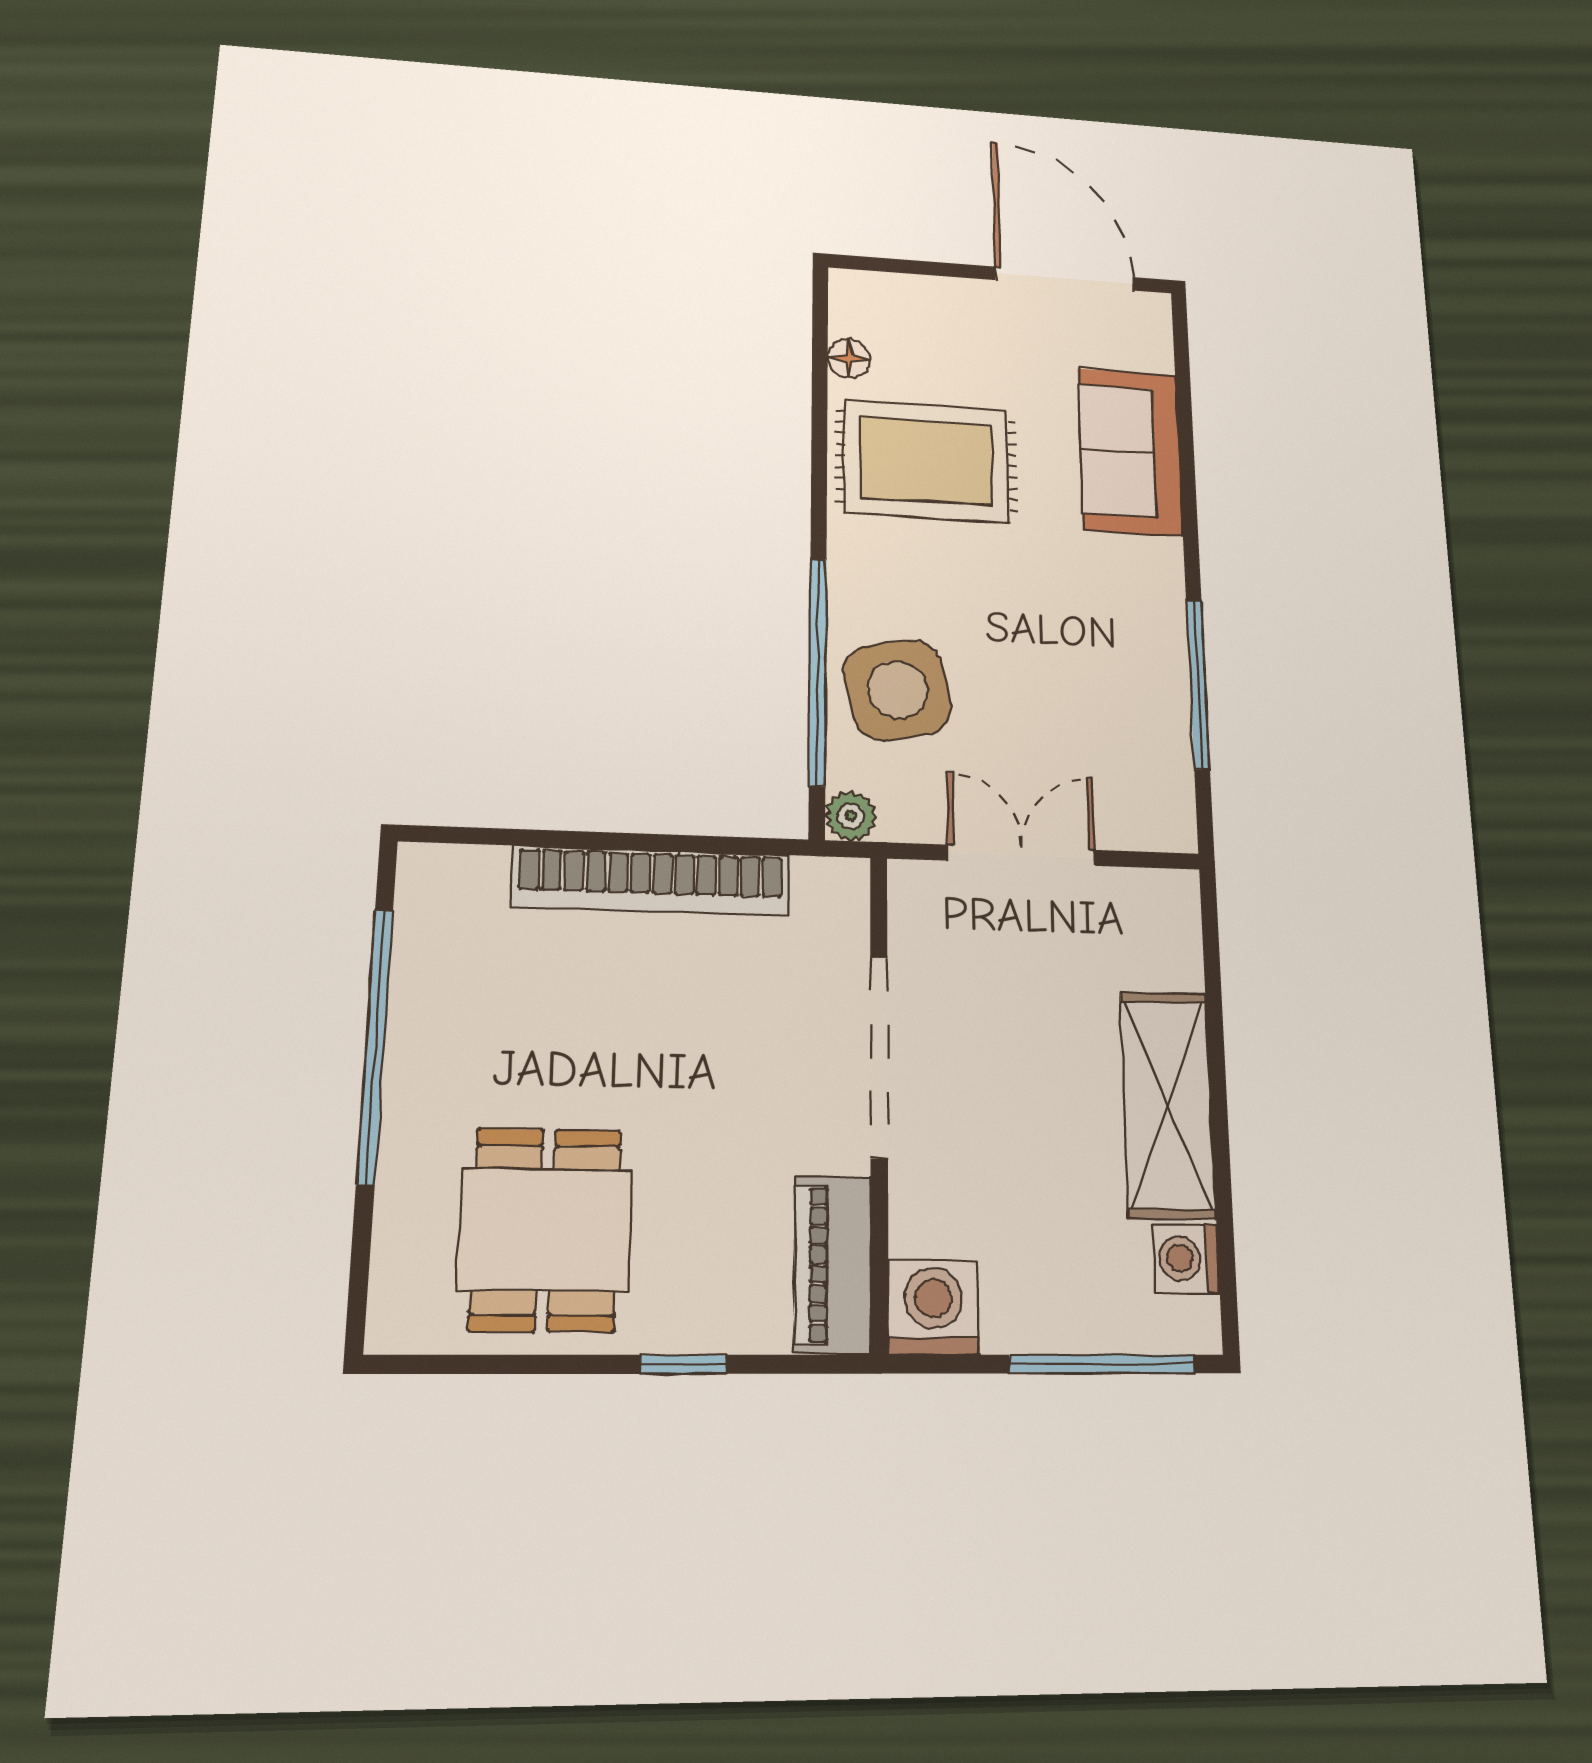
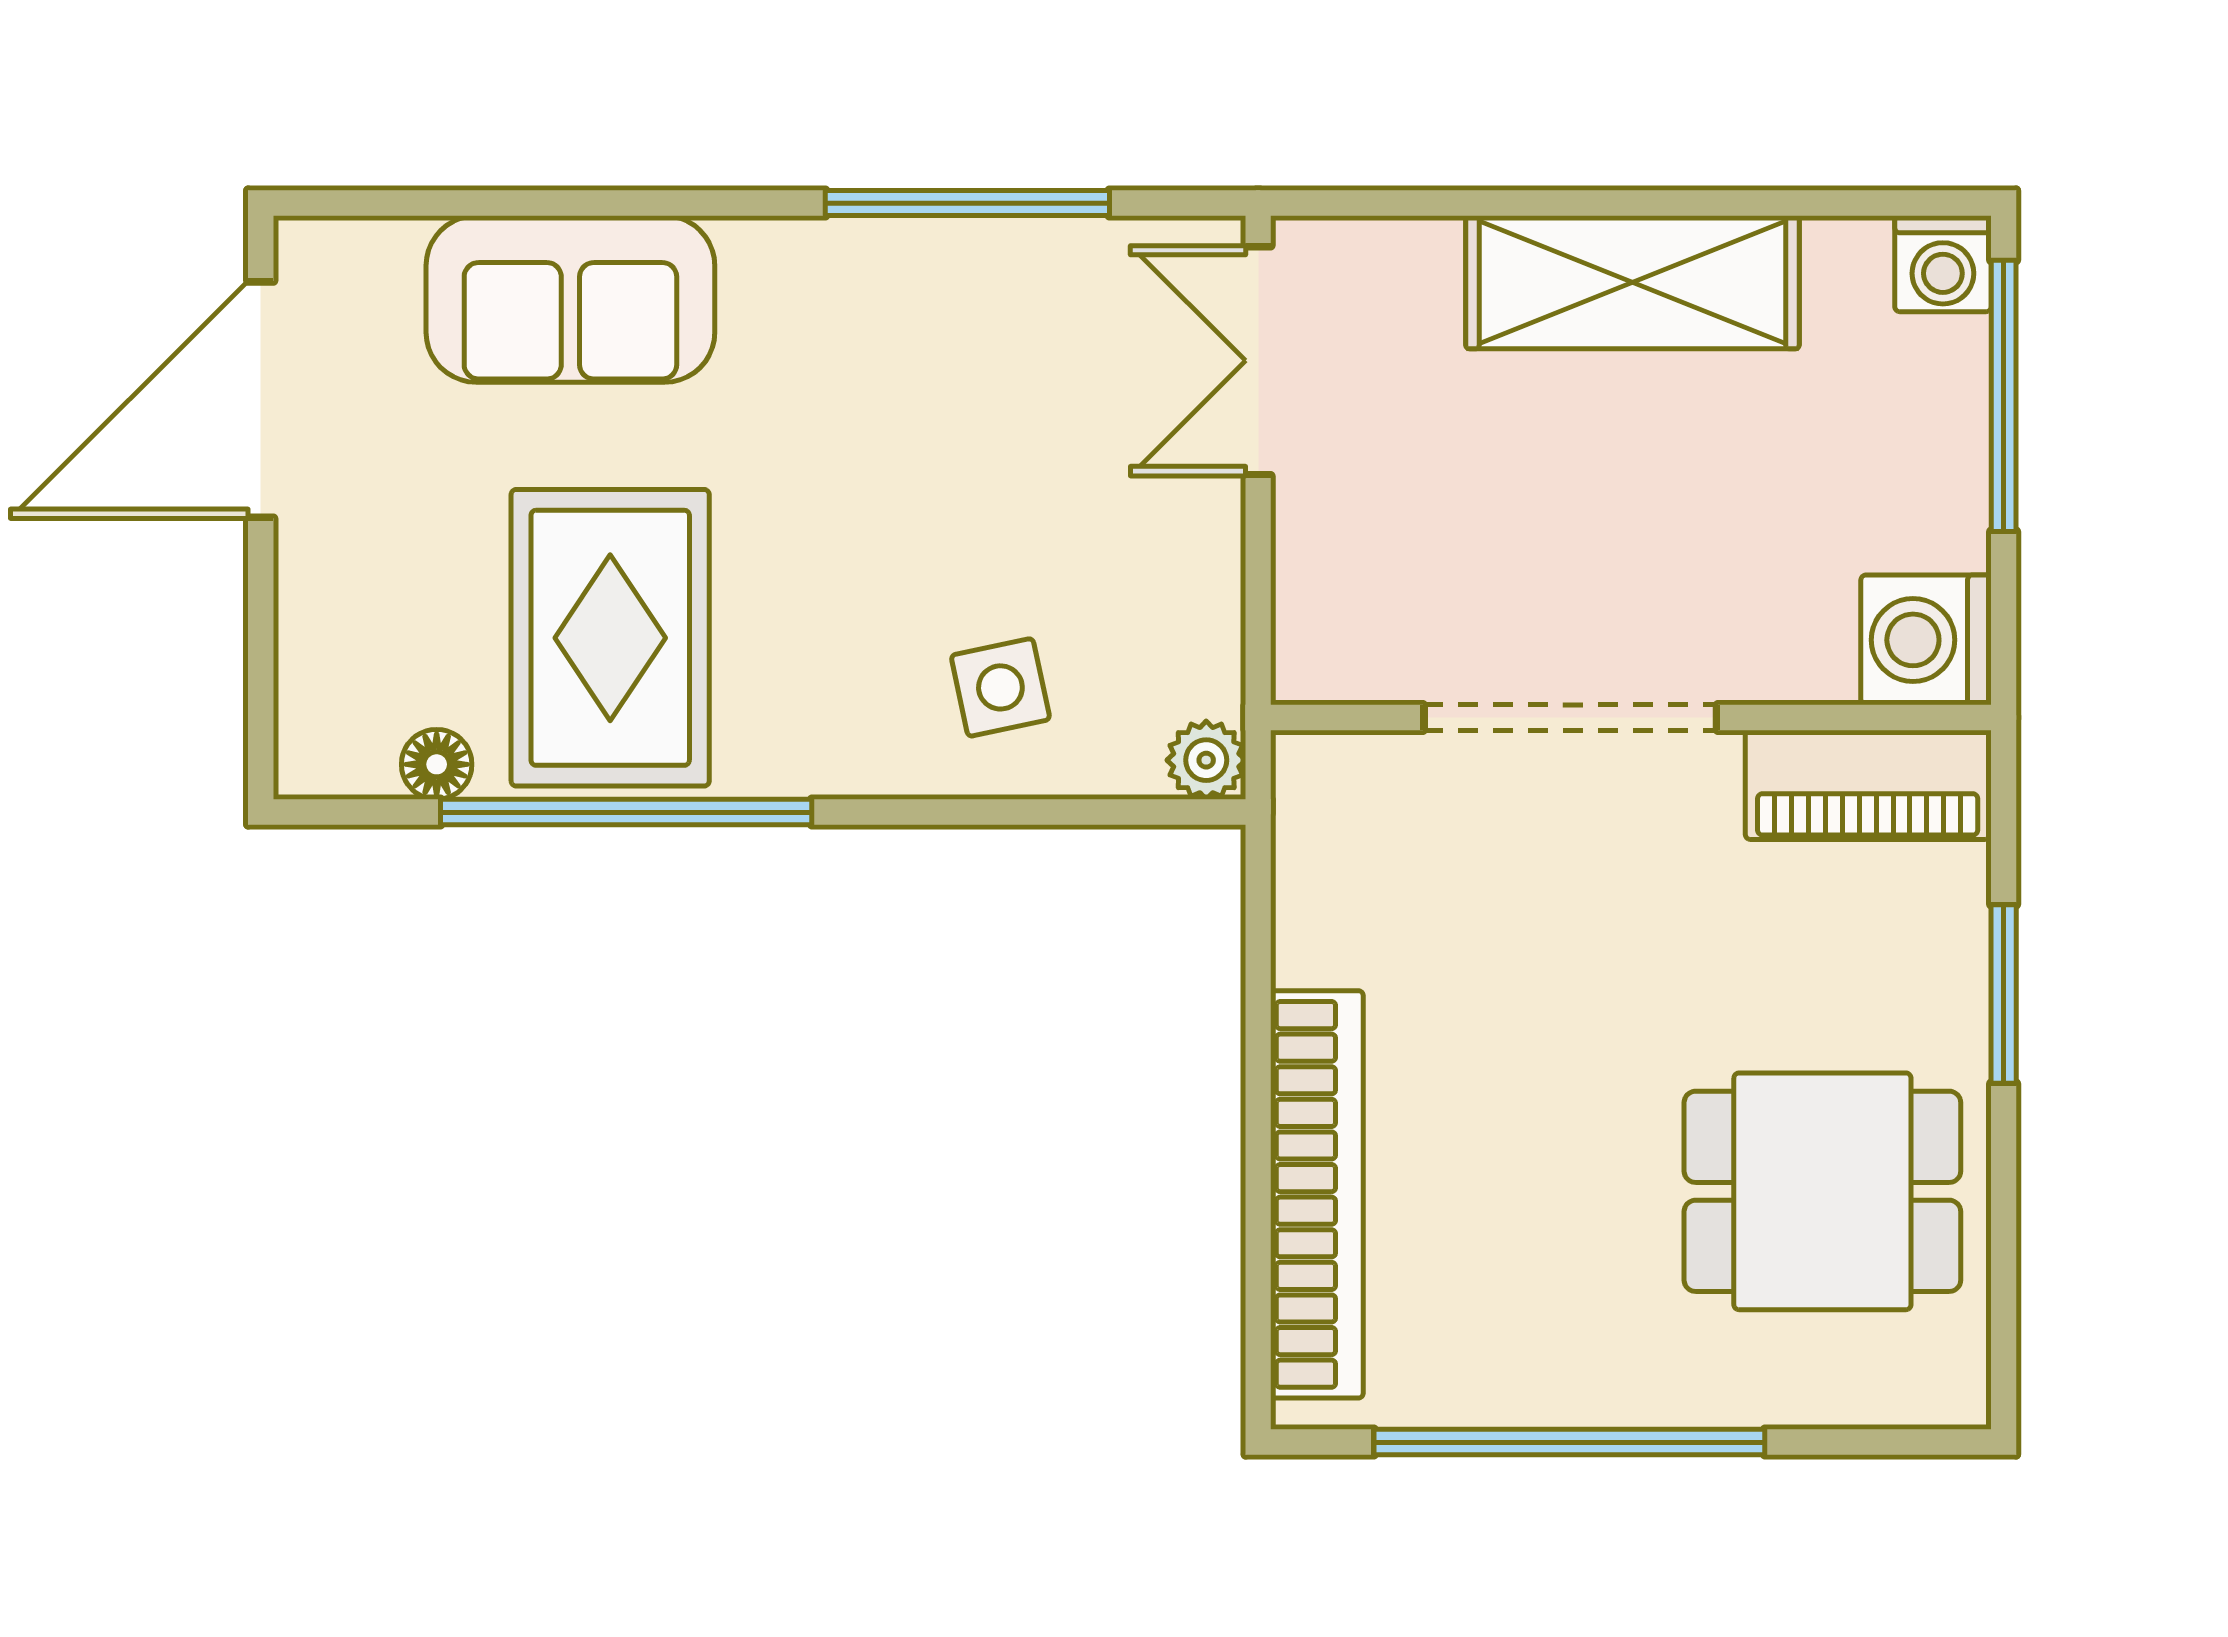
window: (818, 671) -> (626, 812), moved
side table: (897, 690) -> (1000, 687), width x0.54, depth x0.54
double door: (1022, 855) -> (1258, 361), moved
bookcase: (651, 881) -> (1317, 1194), moved
washing machine: (1186, 1258) -> (1943, 264), moved
window: (683, 1364) -> (2004, 994), width x1.50

